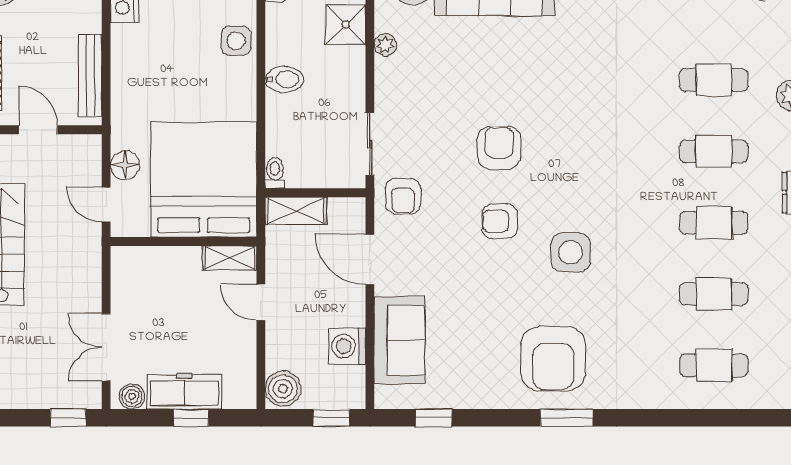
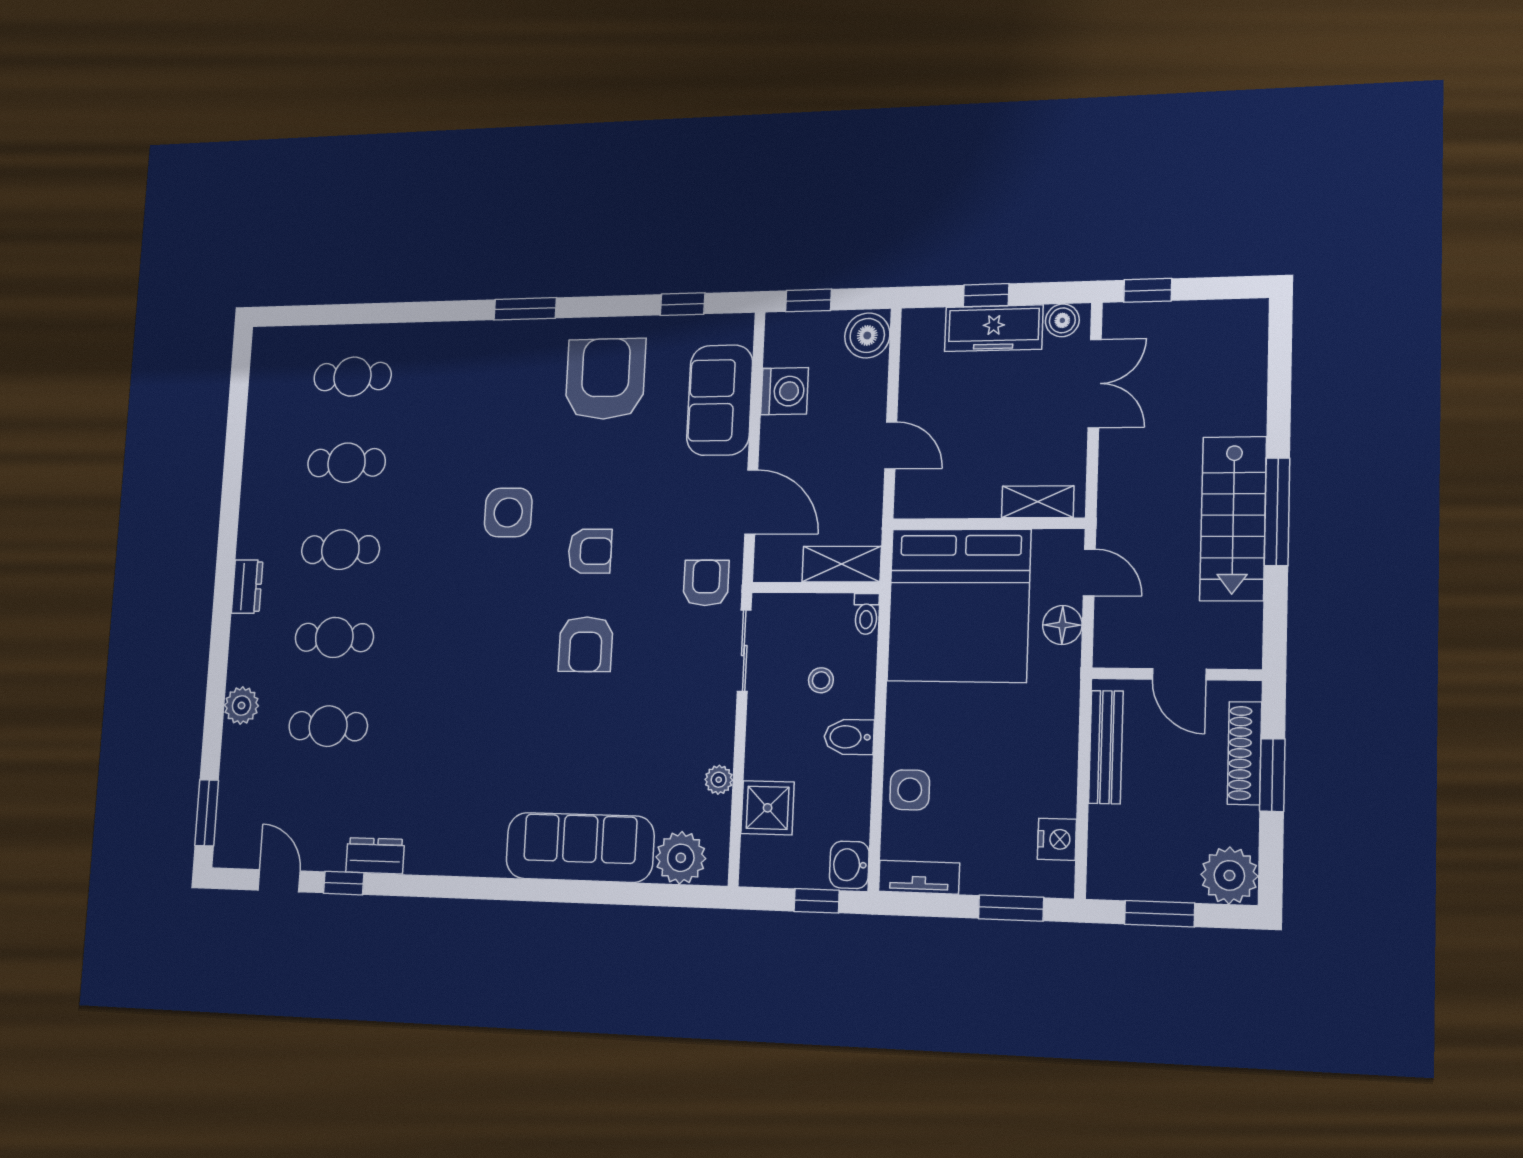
stool: (308, 122) -> (821, 680), added
shelving: (230, 258) -> (1038, 502), moved
armchair: (553, 359) -> (605, 379), moved

